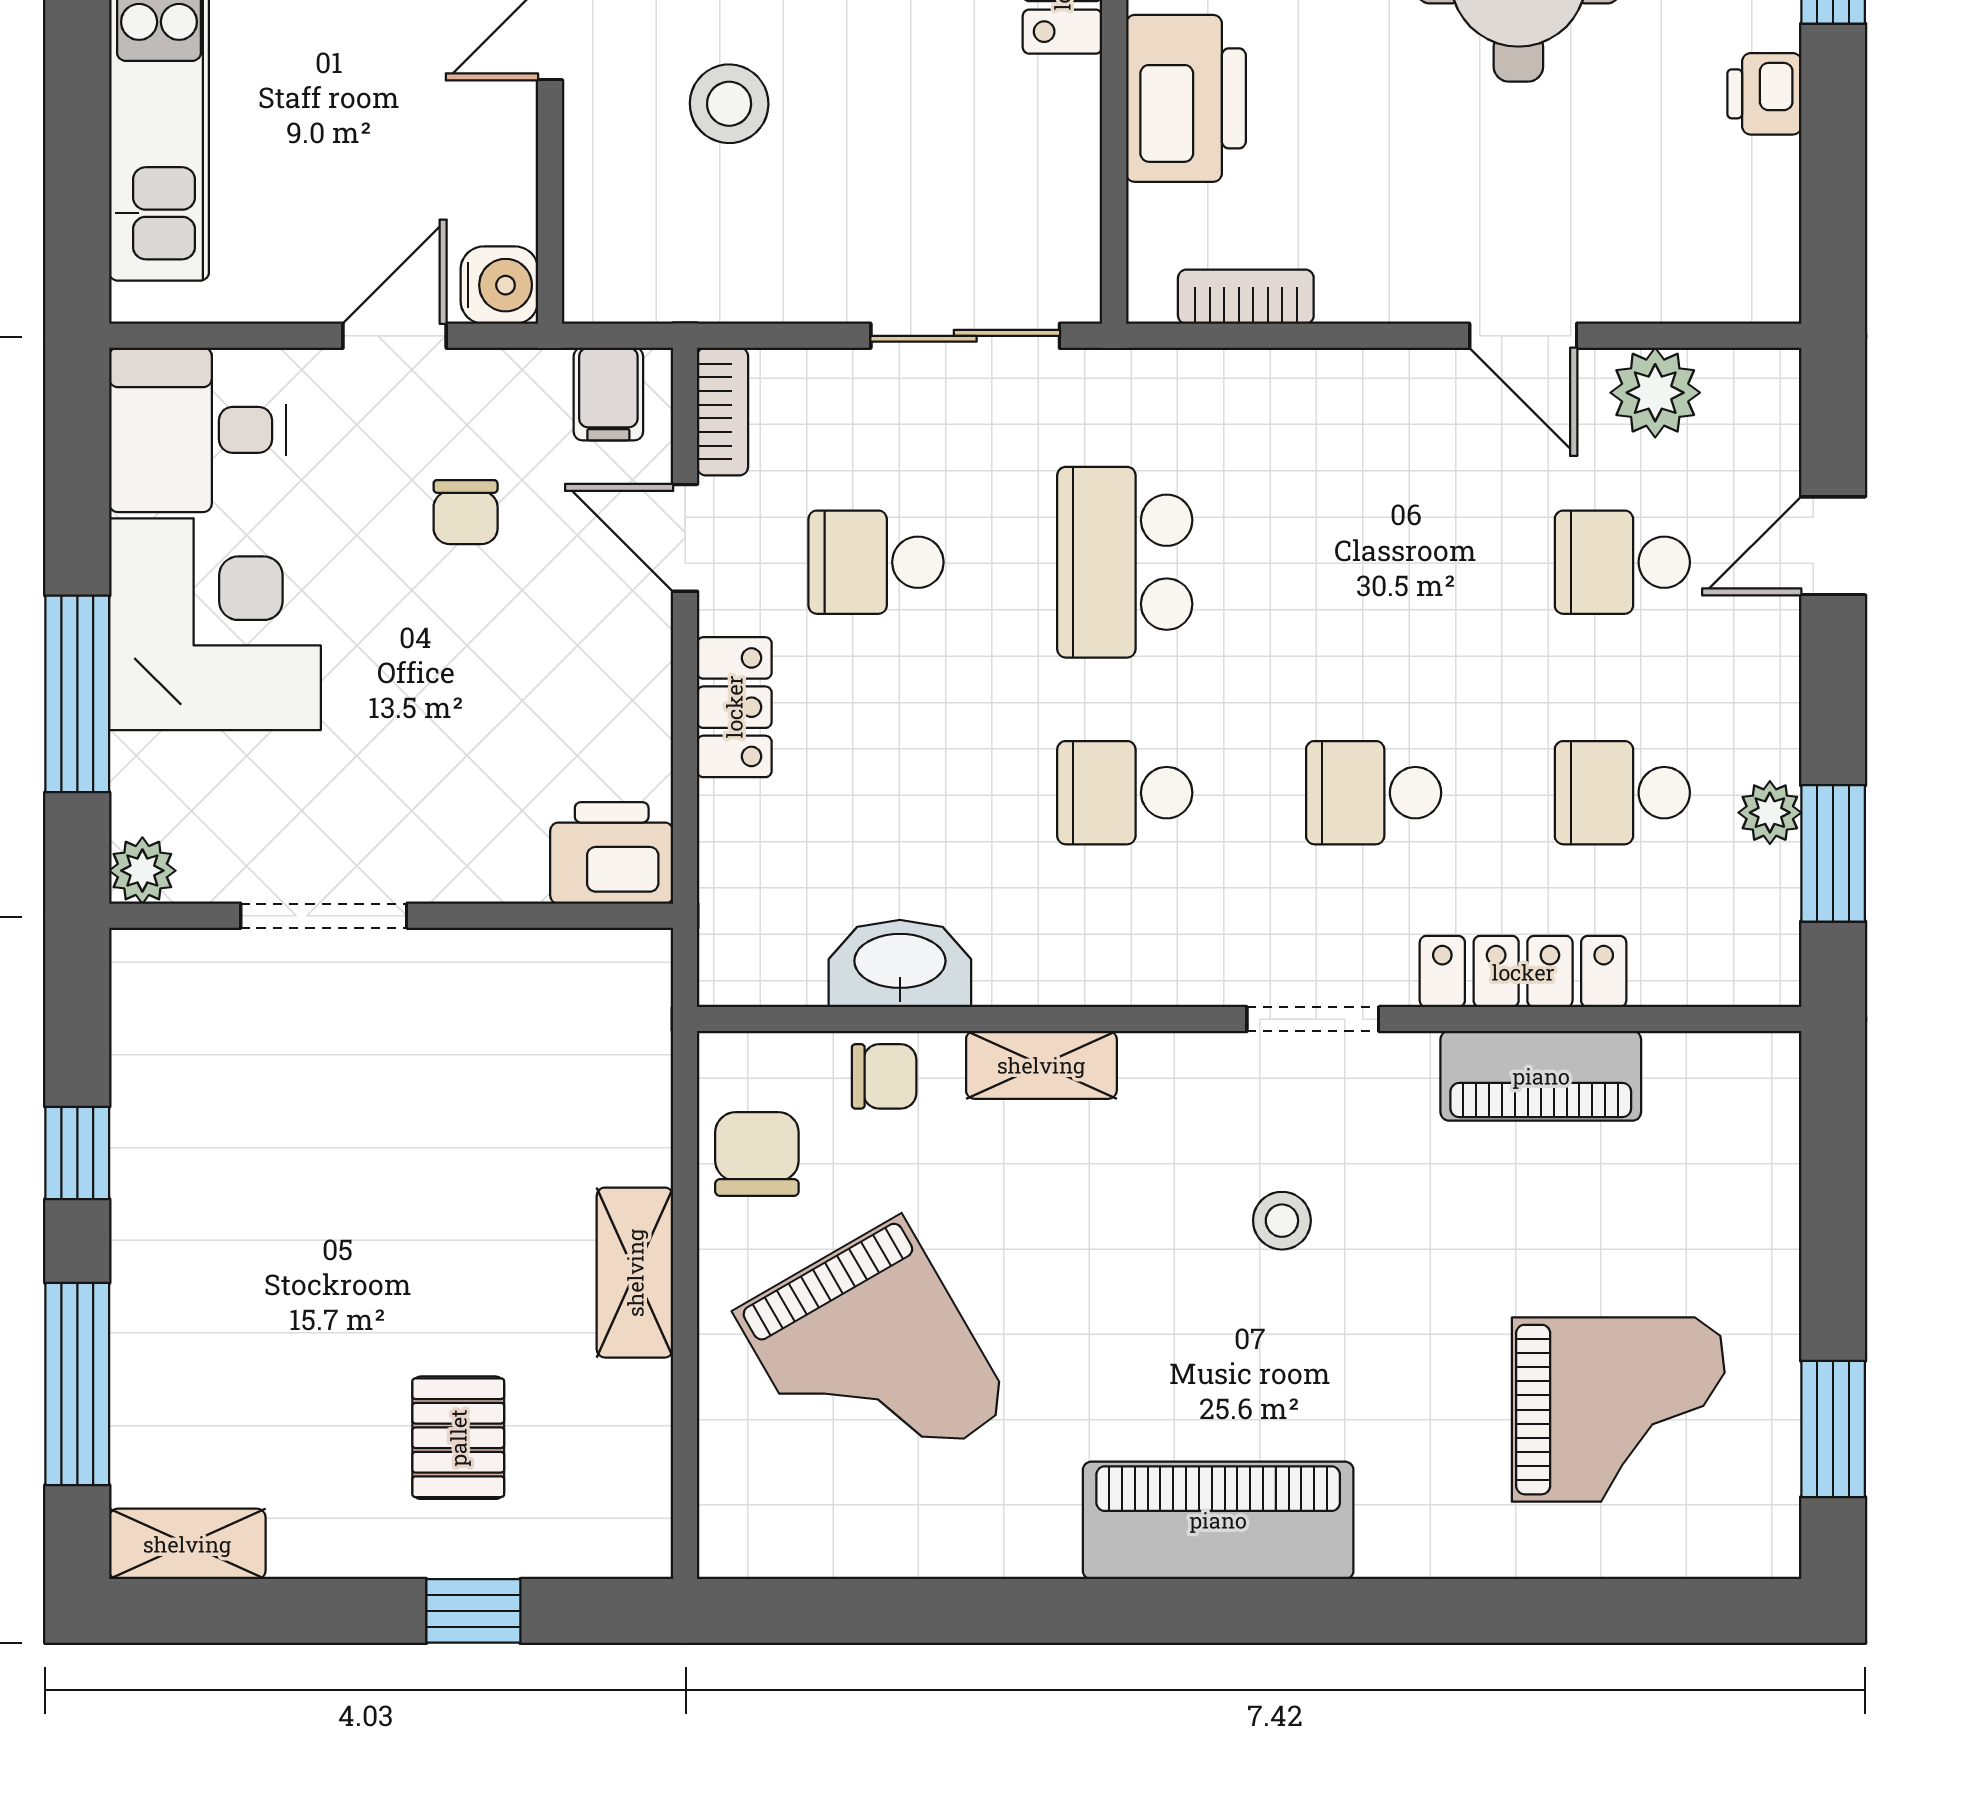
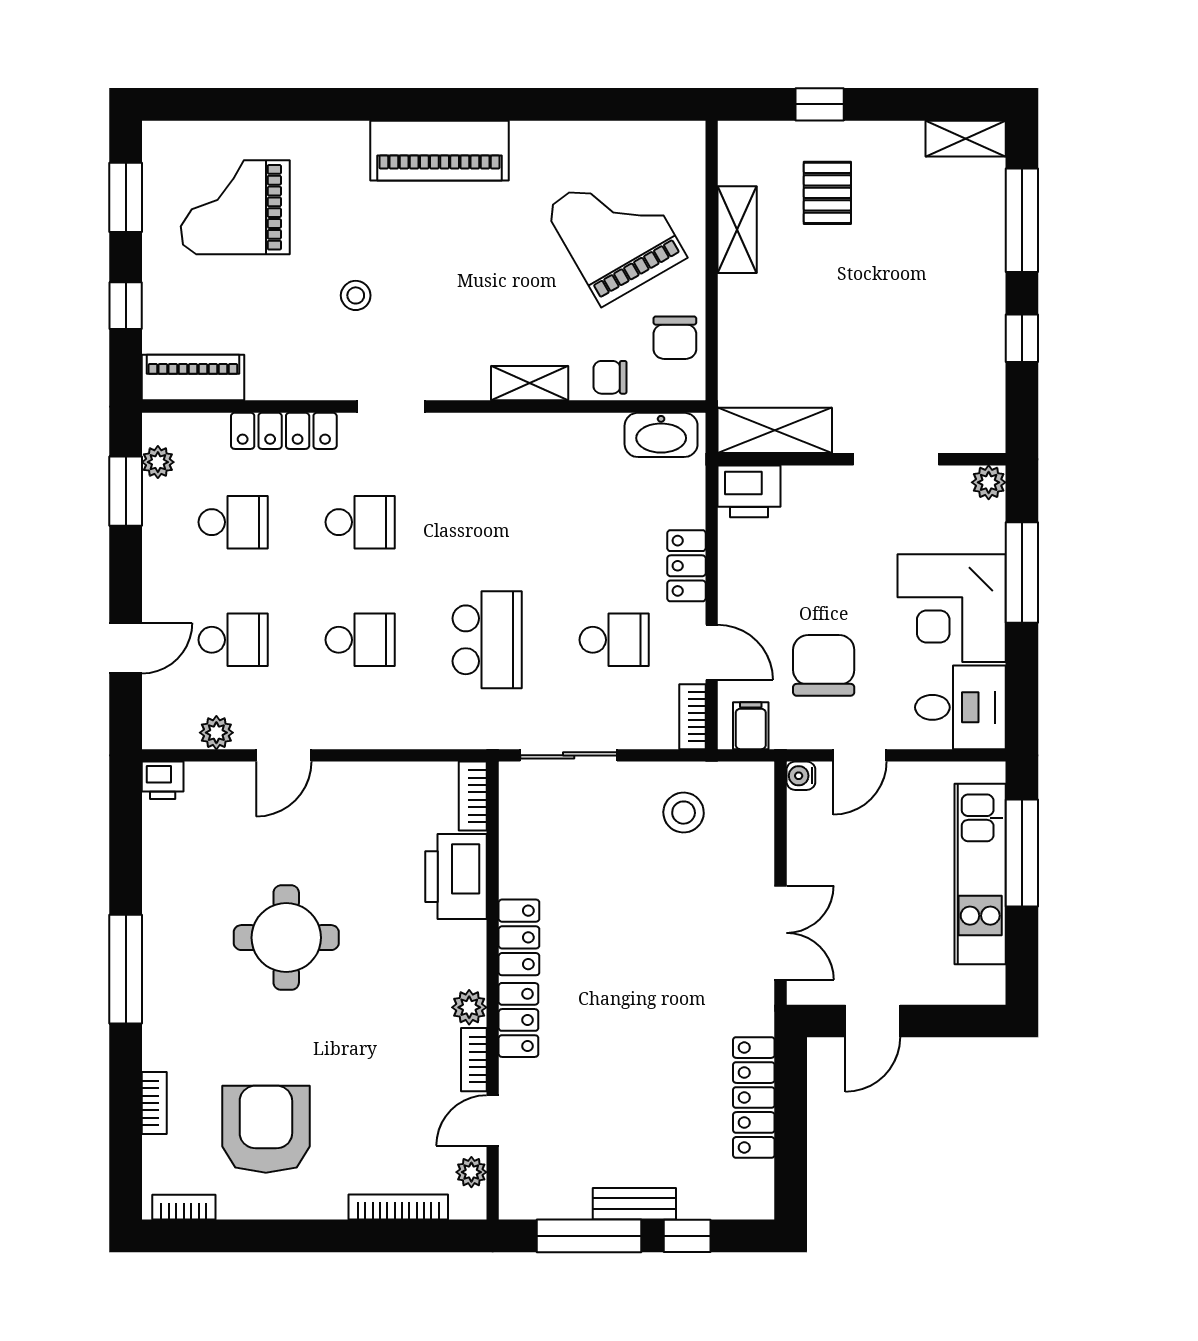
printer: (1764, 94) -> (163, 780), moved, turned 90
stool: (729, 104) -> (684, 813), moved
window: (77, 145) -> (1022, 853), added
water cooler: (499, 285) -> (801, 776), width x0.72, depth x0.72
bookcase: (1246, 297) -> (473, 796), moved, turned 90
door: (1523, 336) -> (284, 755), swing flipped
plant: (1655, 393) -> (216, 733), width x0.73, depth x0.73
chair: (466, 512) -> (824, 665), width x1.87, depth x1.87
school desk: (1125, 793) -> (360, 640), moved
plant: (1770, 813) -> (158, 462), moved
washbasin: (900, 964) -> (661, 435), moved
shelving: (561, 972) -> (775, 430), added
piano: (1541, 1076) -> (193, 378), moved
window: (1833, 1217) -> (126, 306), added
stool: (1282, 1221) -> (356, 295), moved
shelving: (635, 1273) -> (737, 230), moved

